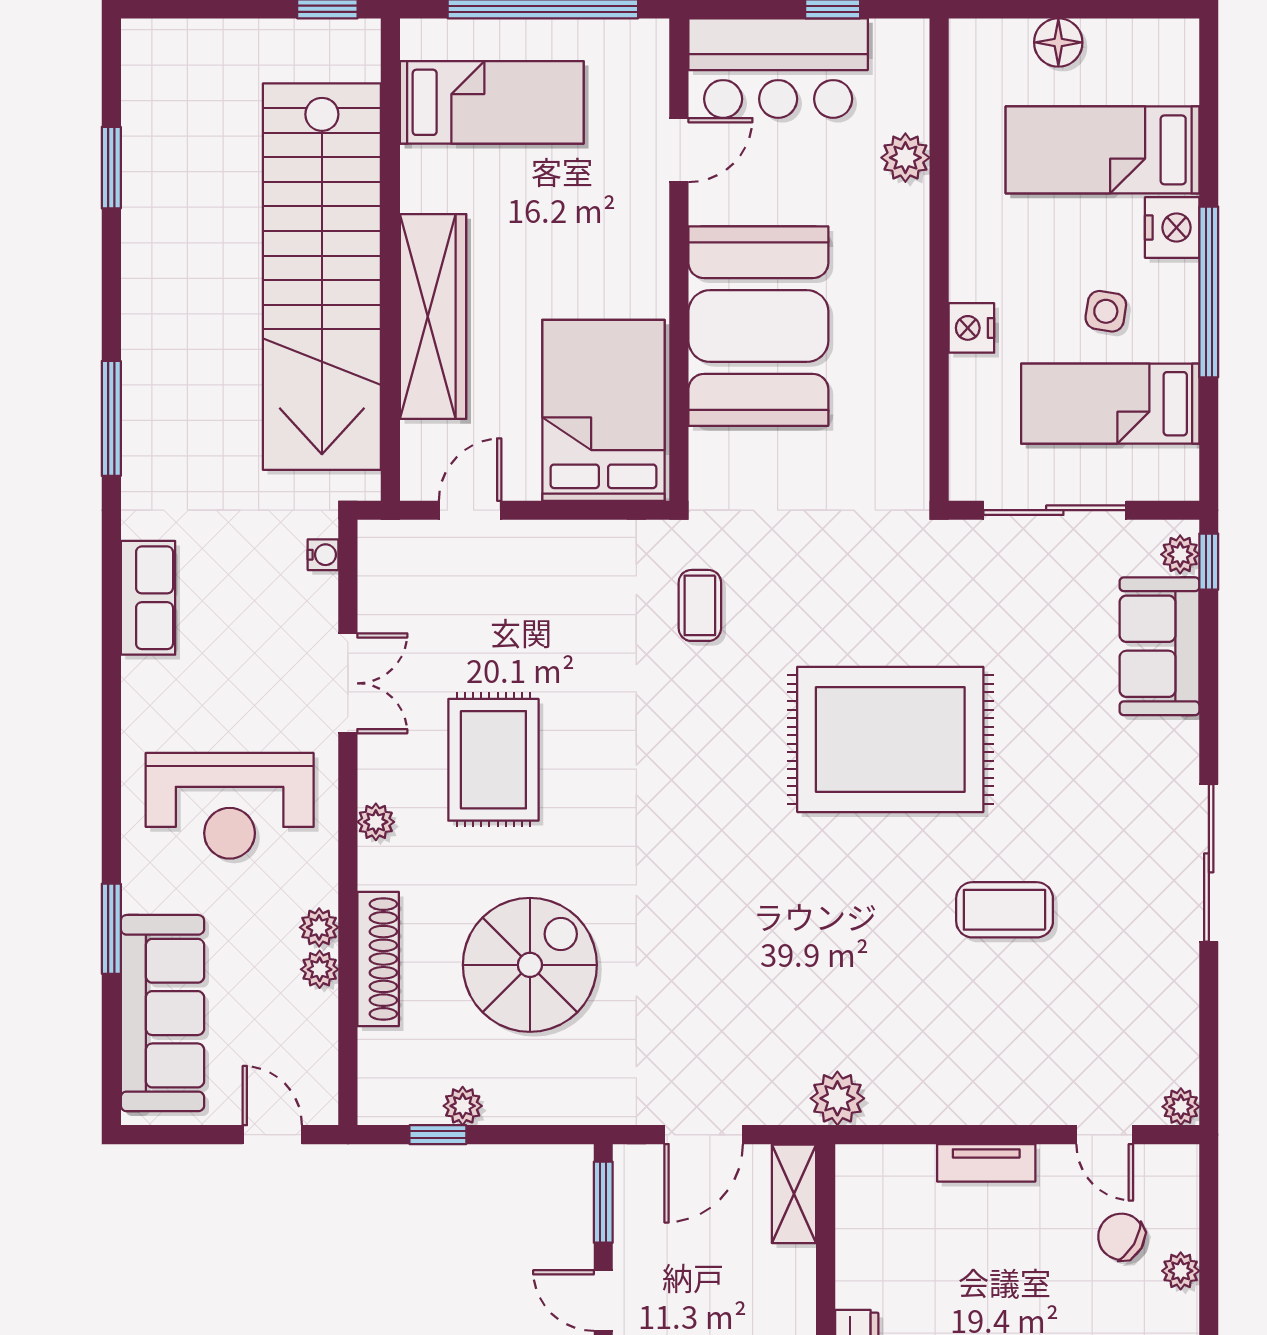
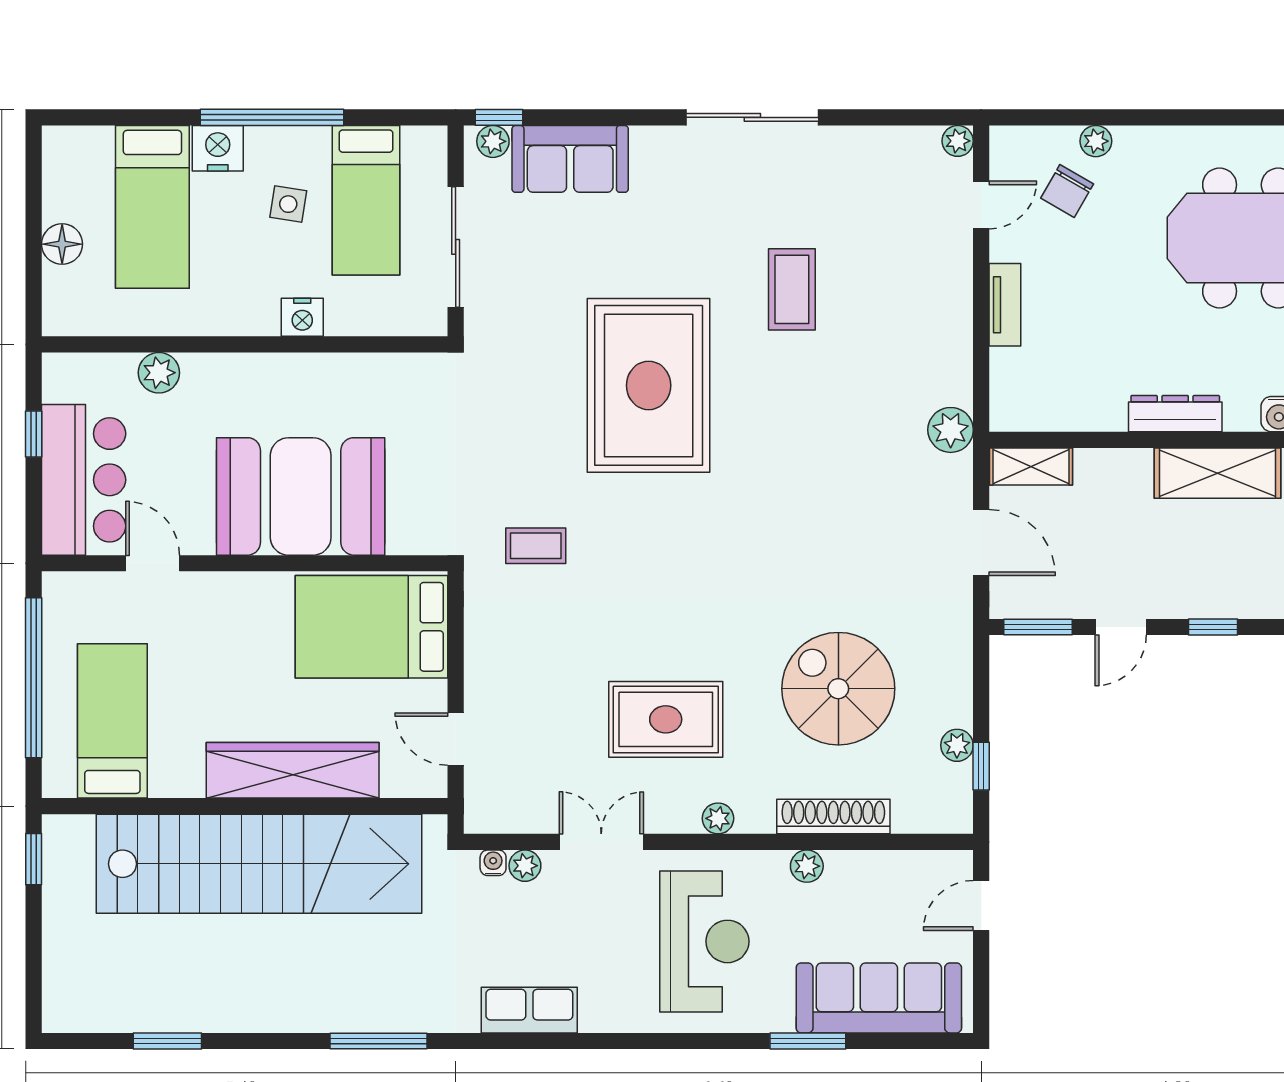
plant: (320, 969) -> (525, 866), moved

